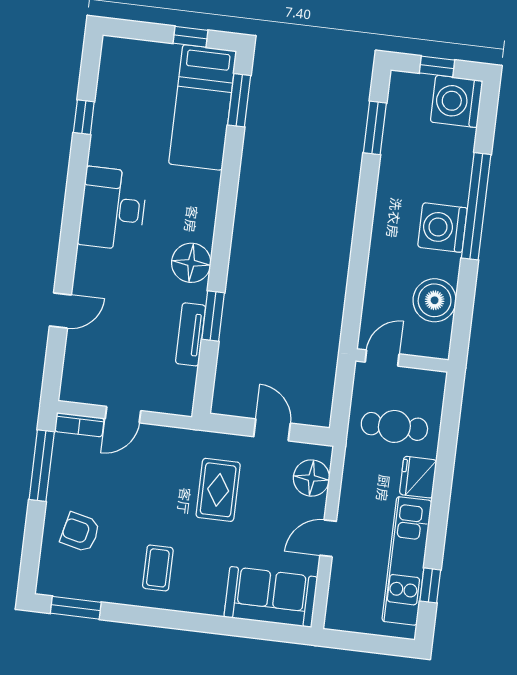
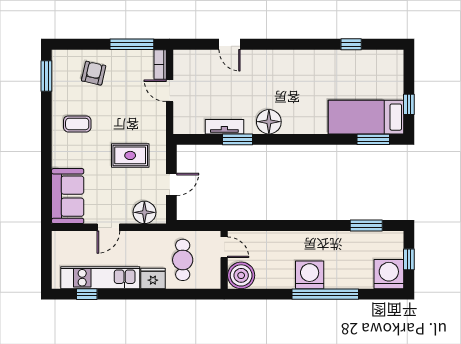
desk: (113, 209) -> (296, 69), removed
boiler: (435, 300) -> (241, 275), moved
door: (328, 538) -> (108, 227), swing flipped

